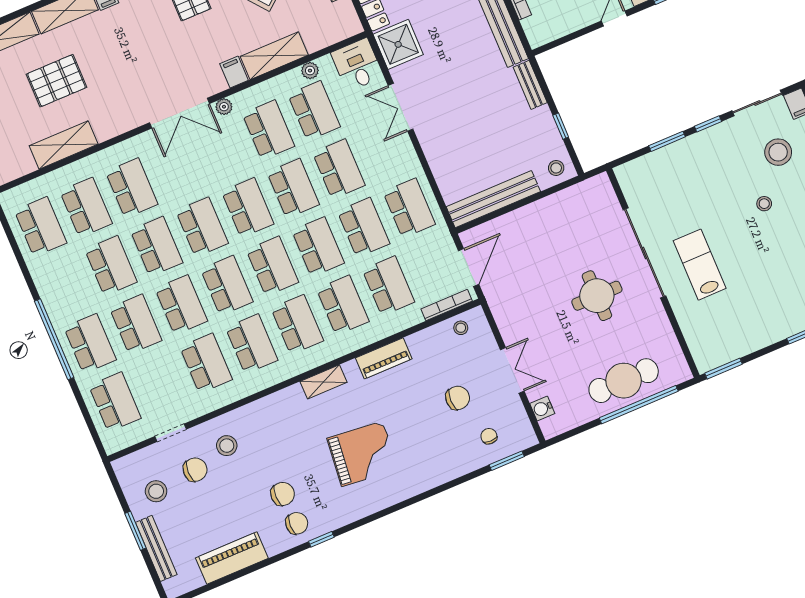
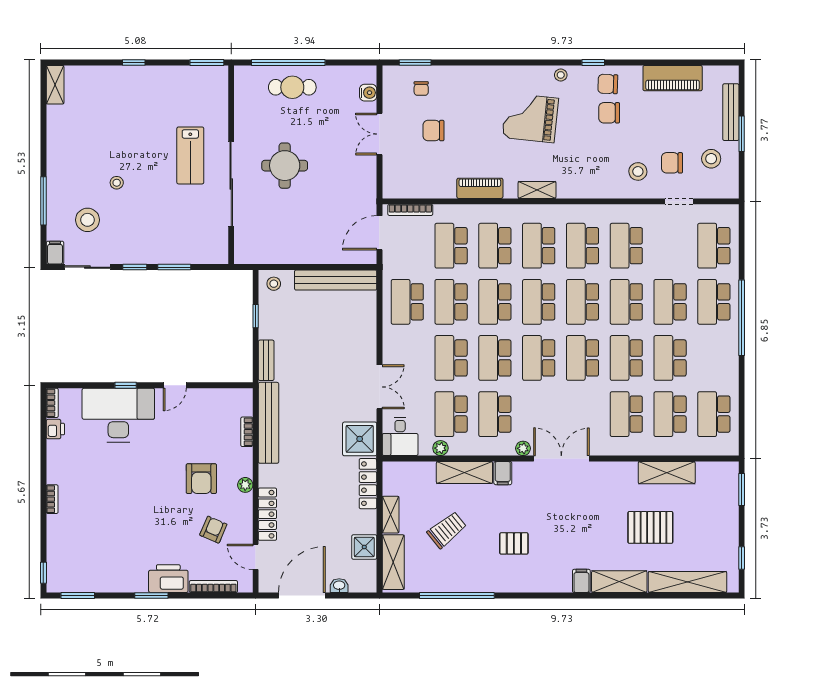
stool: (461, 328) -> (561, 75), moved
cafe table: (624, 381) -> (292, 87), width x0.73, depth x0.74

